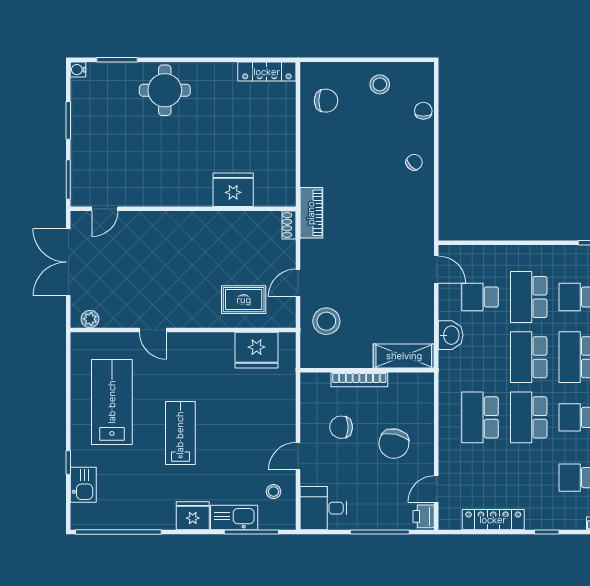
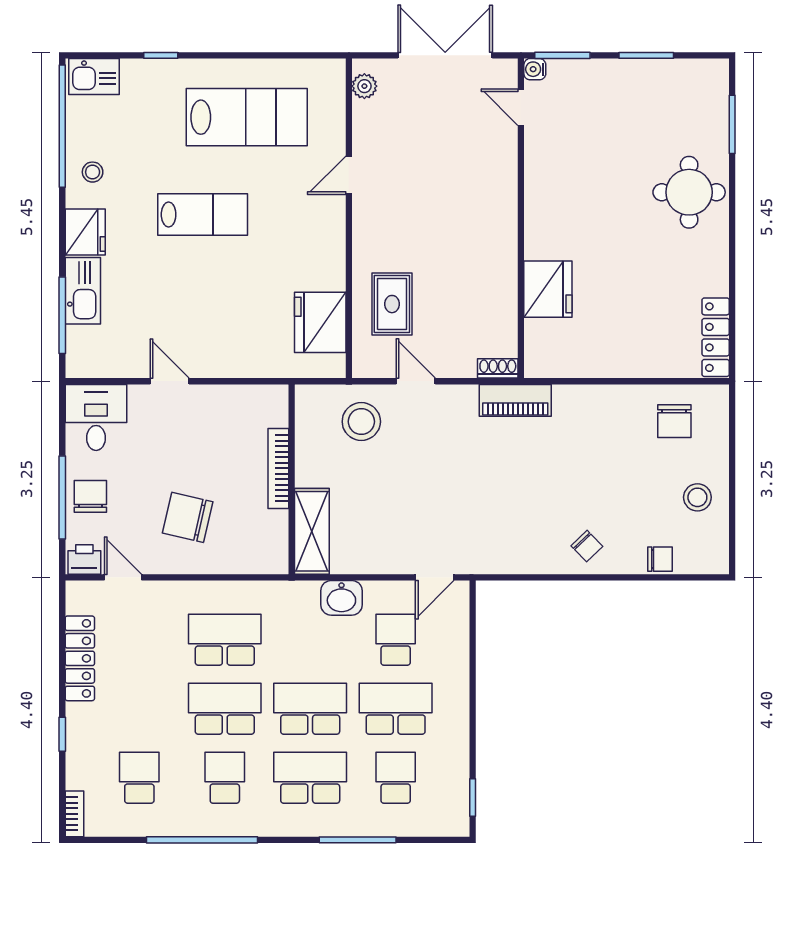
water cooler: (78, 70) -> (535, 69), moved, turned -90
chair: (341, 427) -> (90, 496), moved
kitchen sink: (83, 485) -> (94, 77), moved
stool: (274, 492) -> (93, 172), moved

